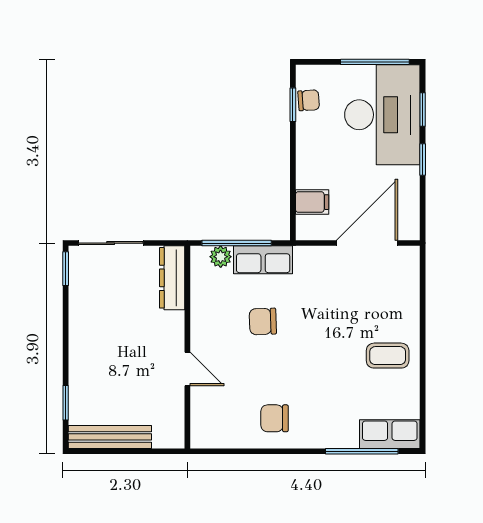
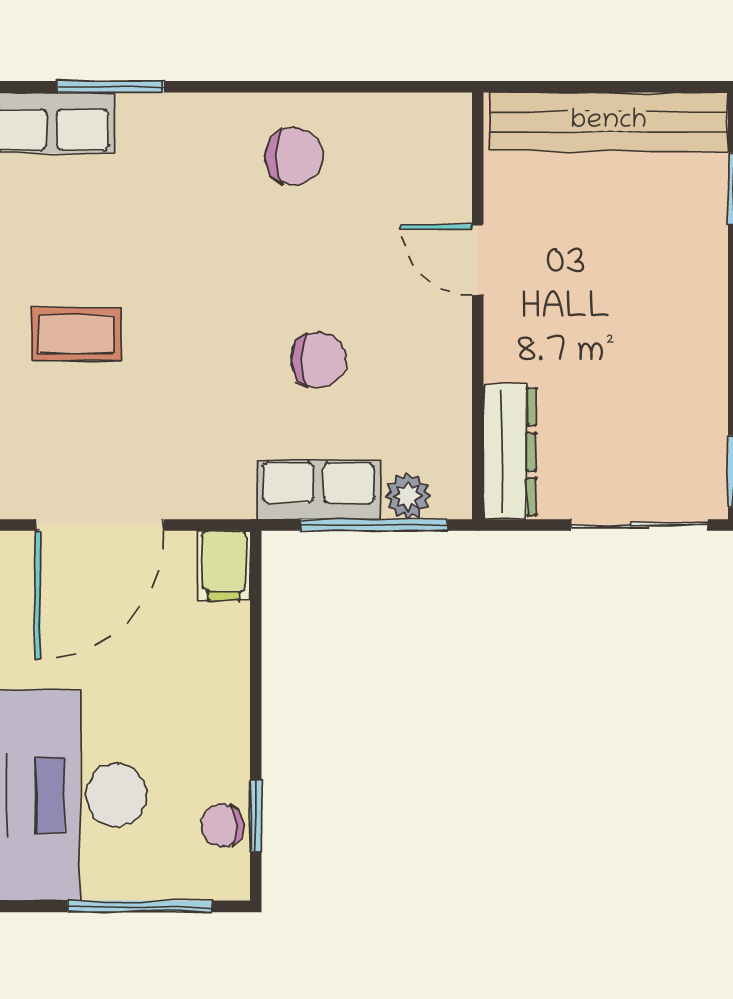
window: (375, 62) -> (139, 906), moved
filing cabinet: (312, 202) -> (224, 566), moved, turned -90
coffee table: (388, 356) -> (76, 334), moved
bench: (110, 437) -> (609, 122), width x1.37, depth x1.21
window: (362, 451) -> (111, 87), width x0.69

